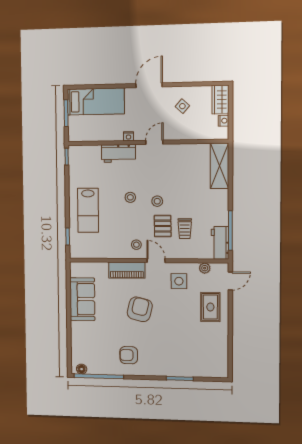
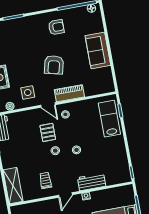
lab bench: (88, 210) -> (109, 119), moved
trolley: (185, 229) -> (45, 180), moved
sofa: (82, 299) -> (98, 50), moved

